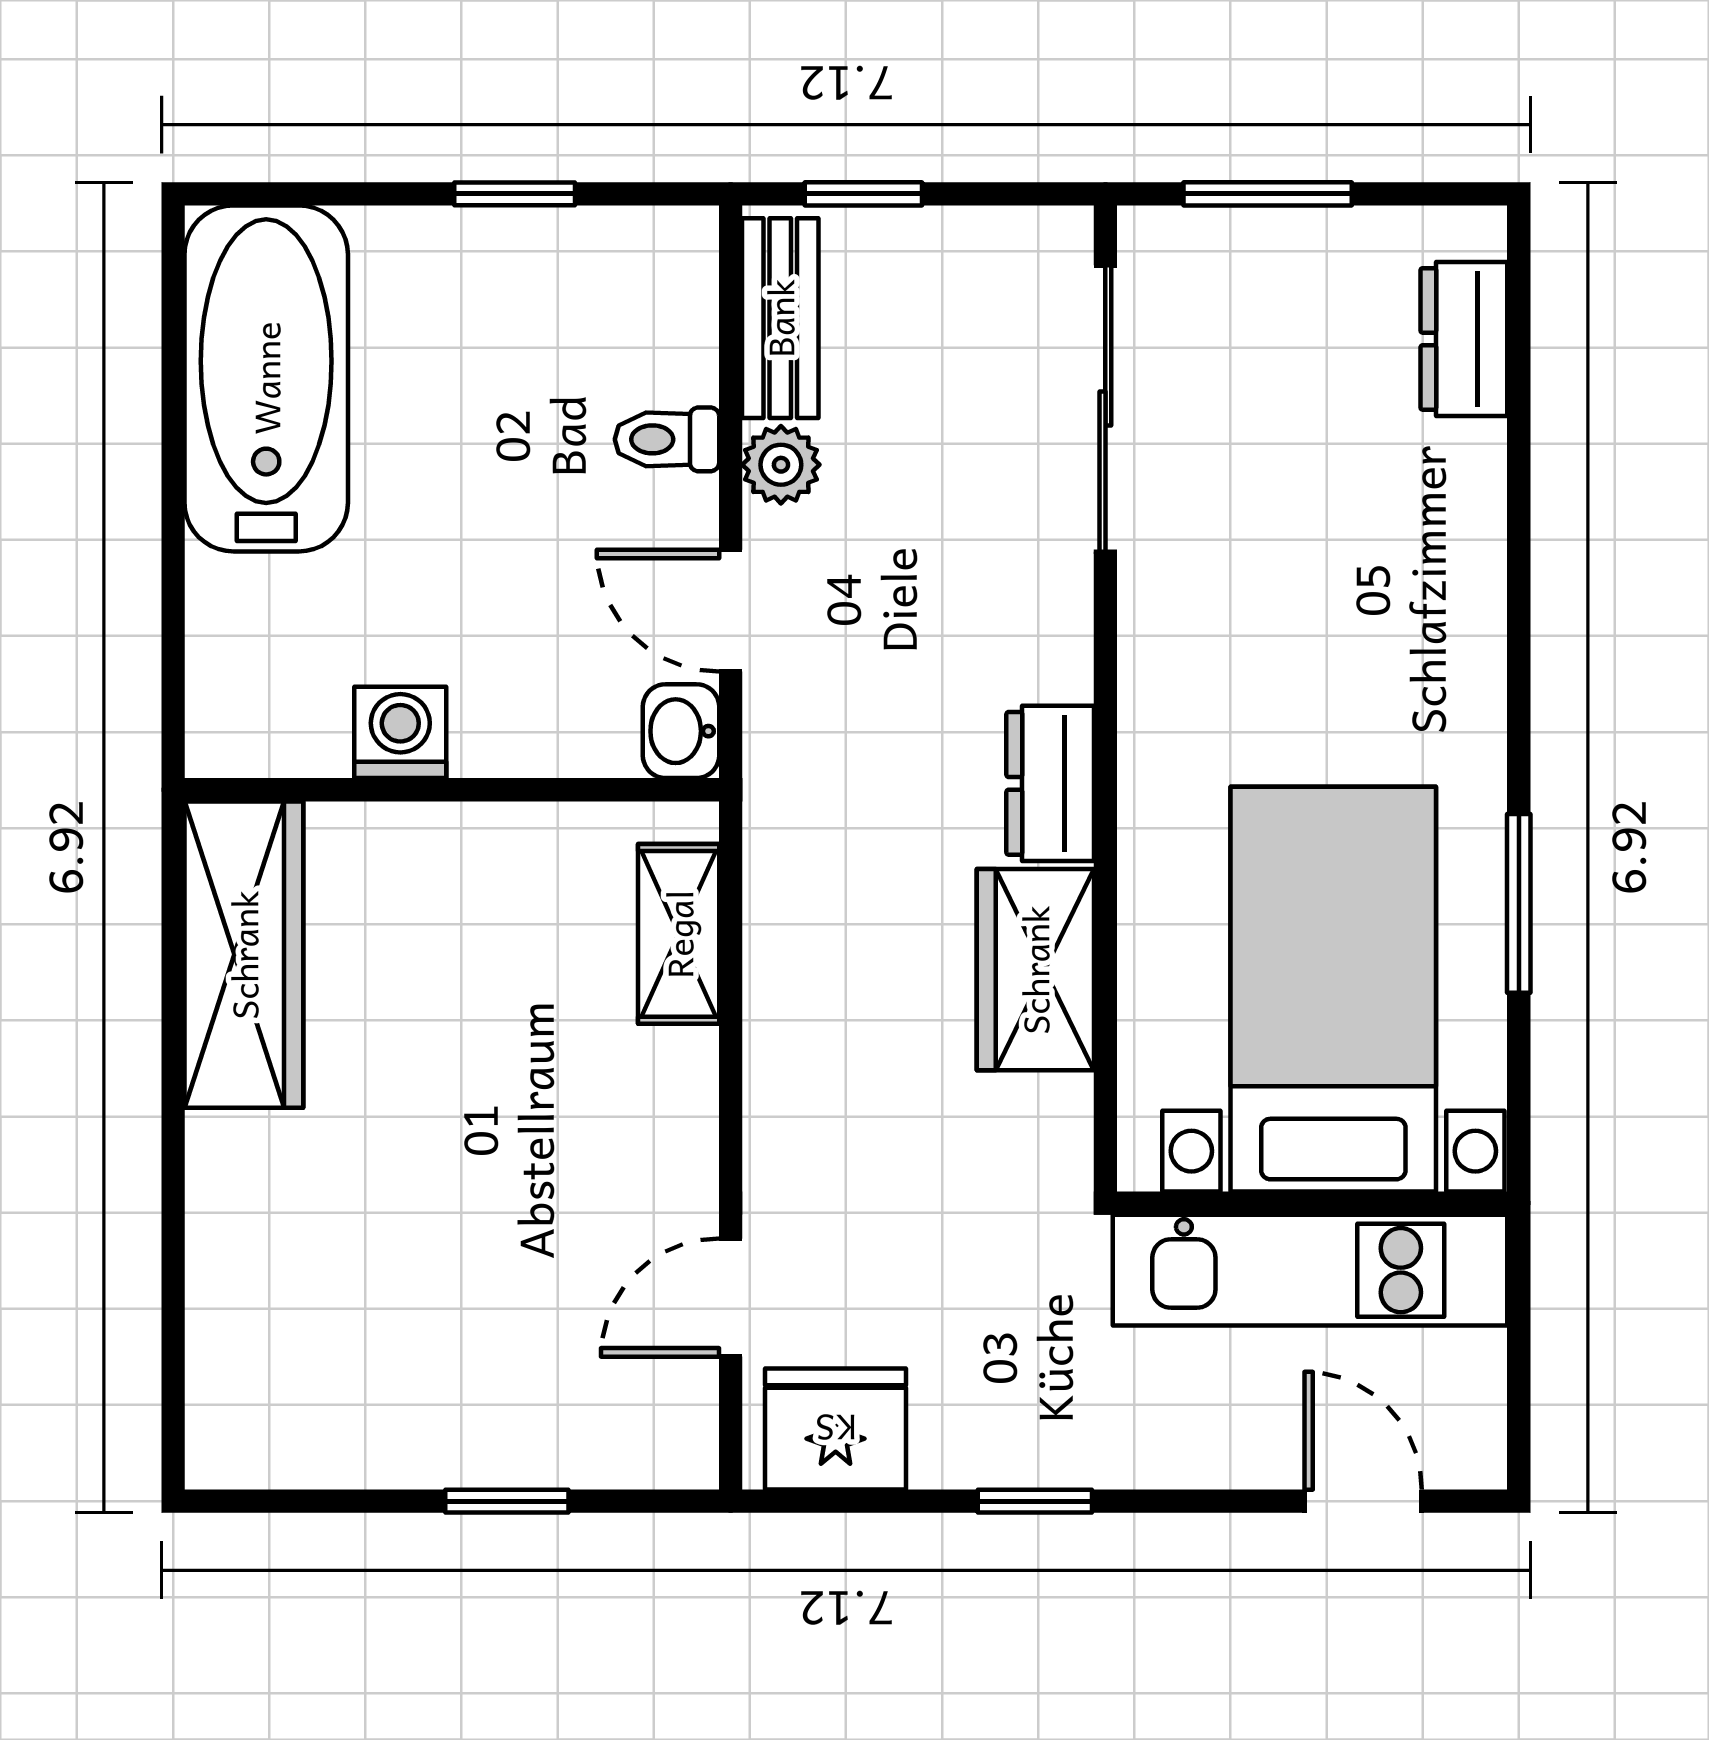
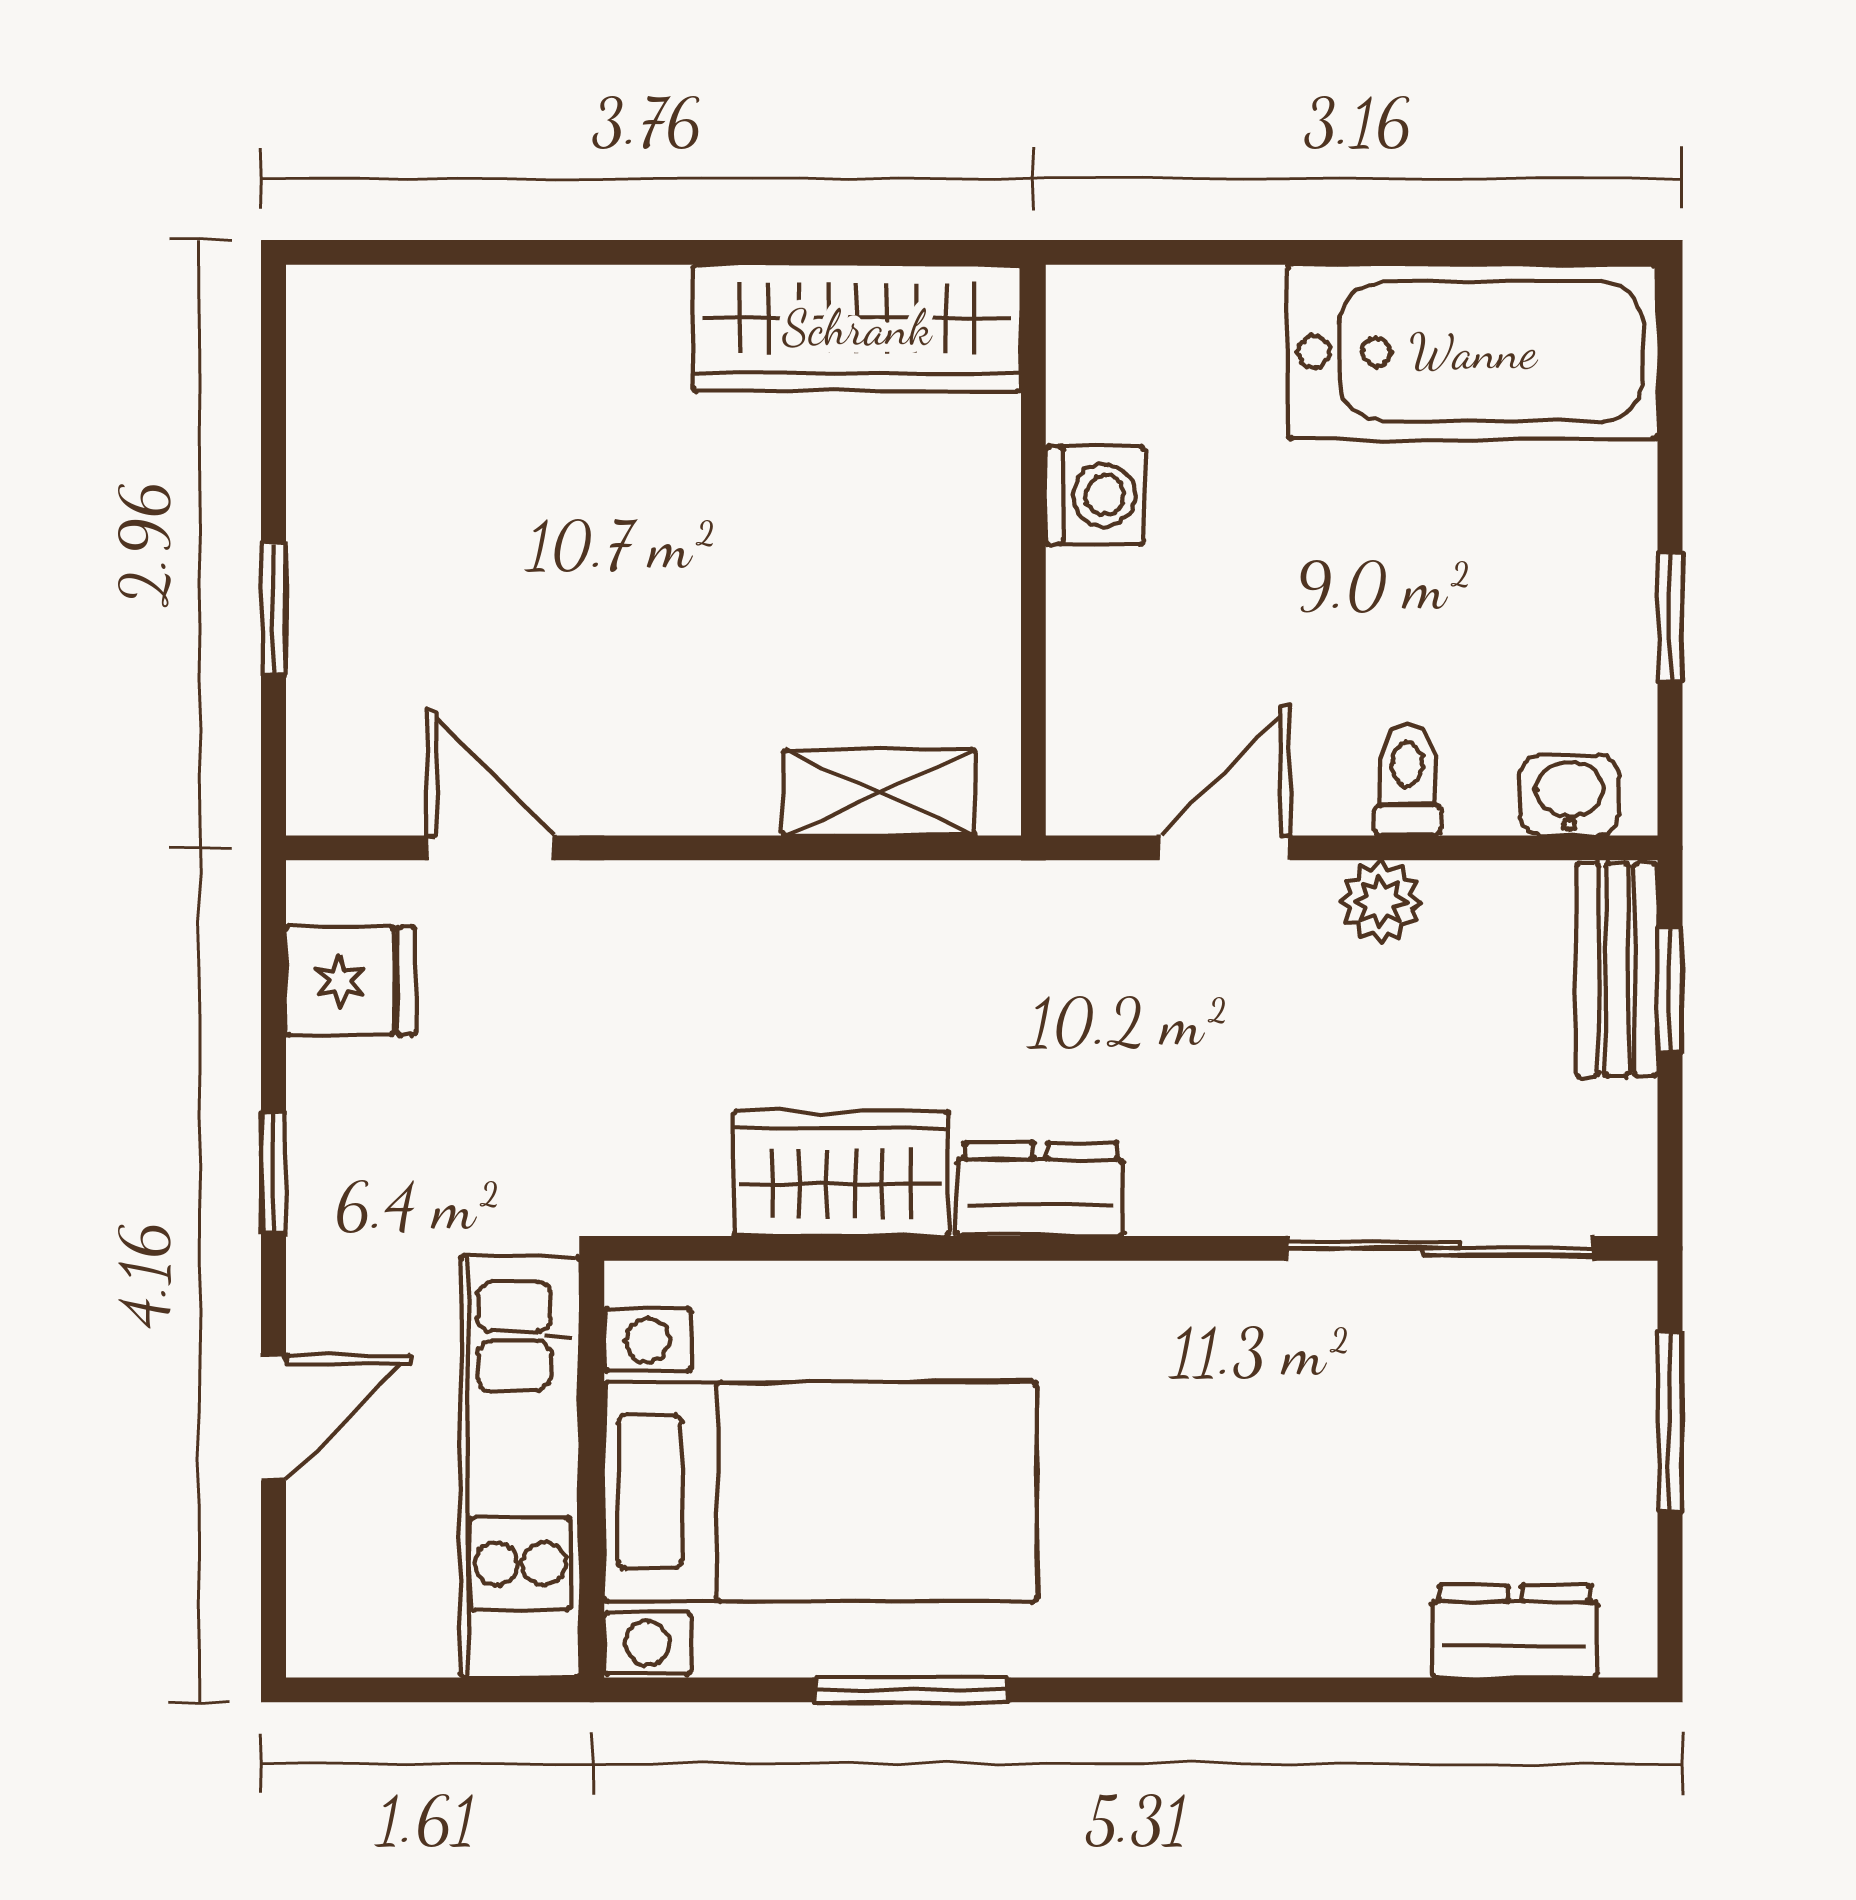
bench: (780, 318) -> (1617, 970), moved, turned 90
washbasin: (681, 731) -> (1569, 795), moved
fridge: (836, 1429) -> (351, 981), width x0.72
door: (1363, 1501) -> (274, 1418), moved

